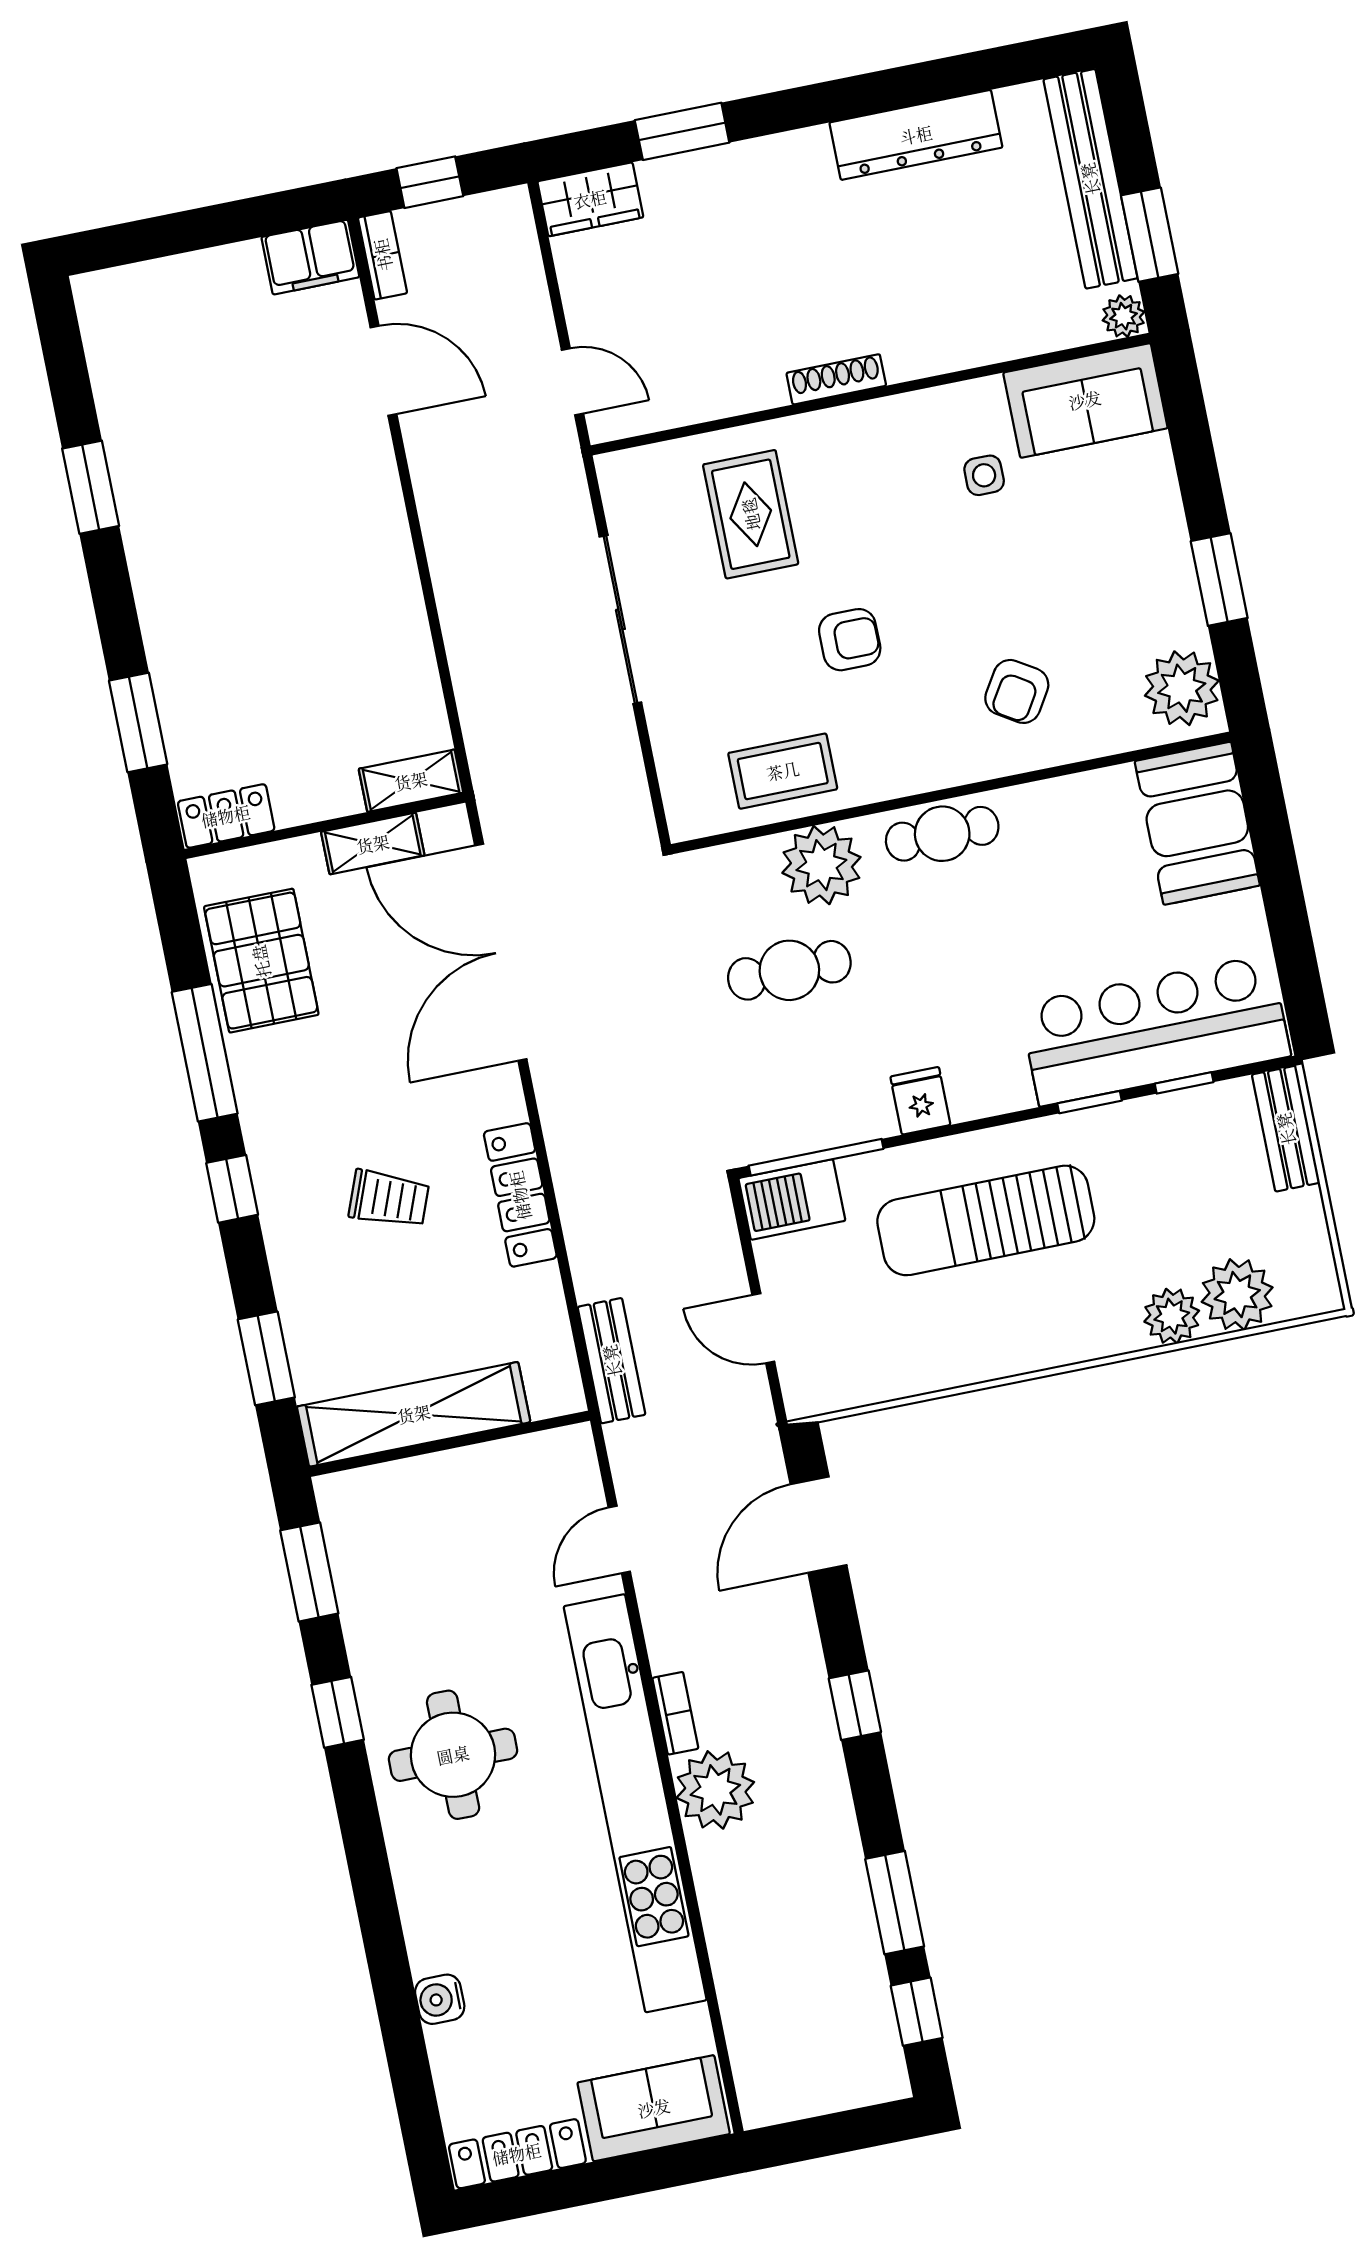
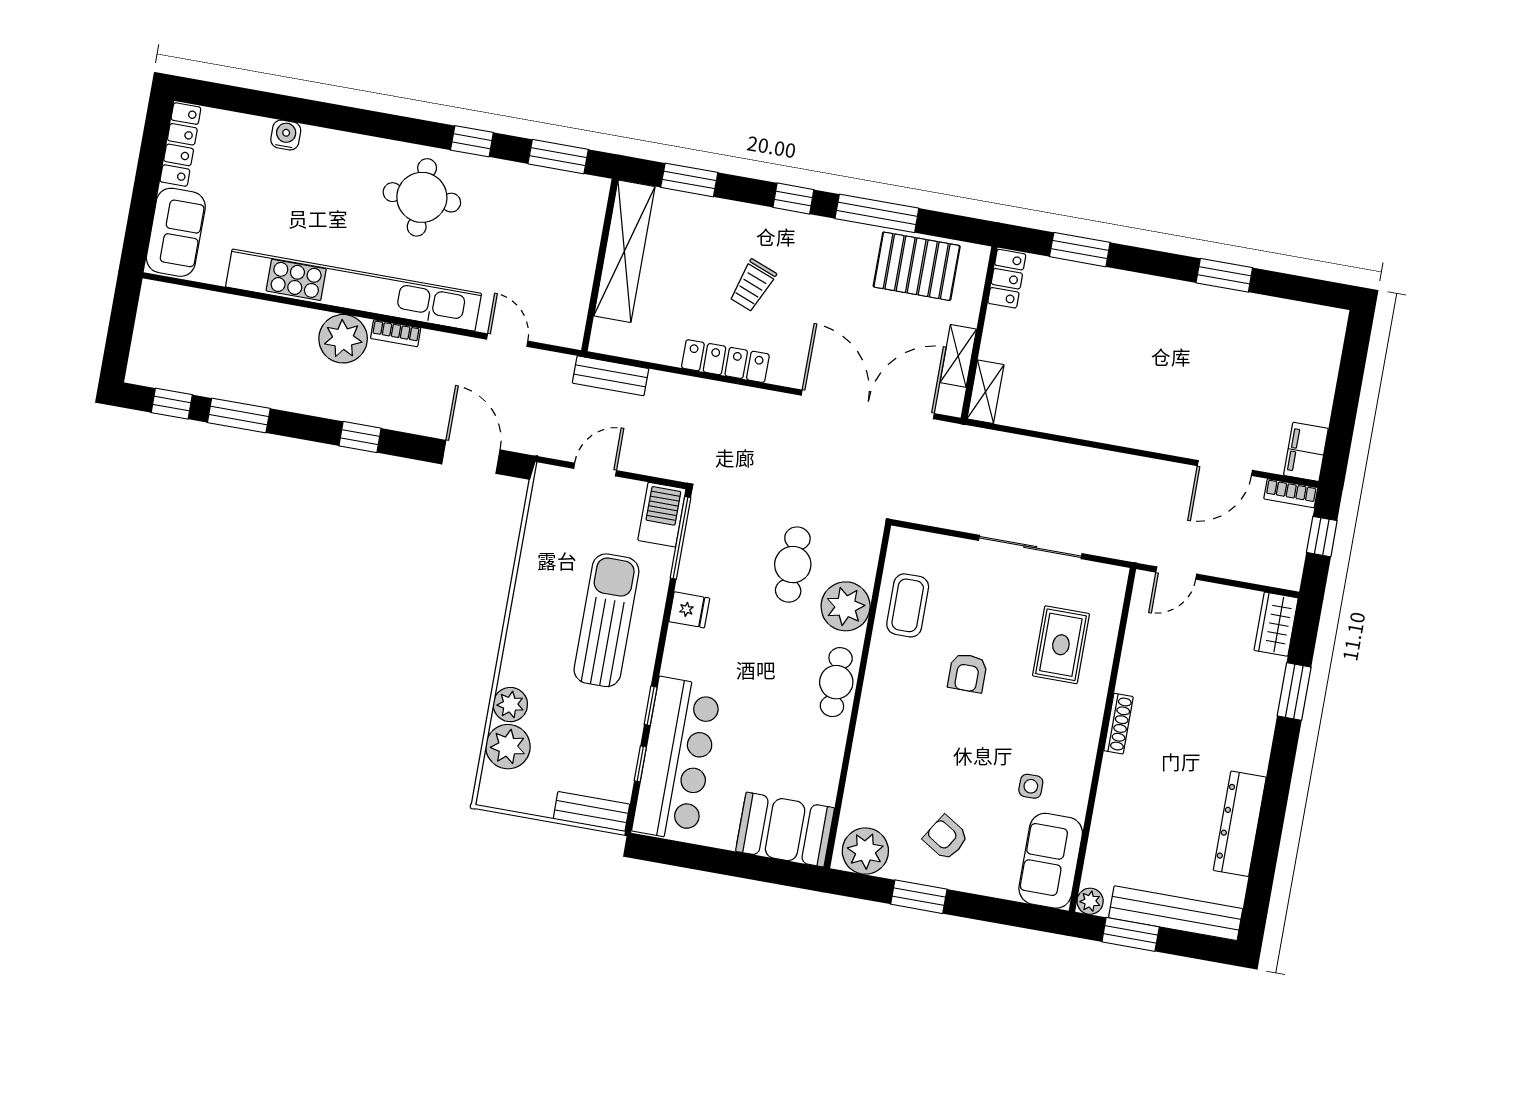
rug: (751, 514) -> (1061, 645), turned 90
armchair: (1017, 691) -> (946, 838), moved

